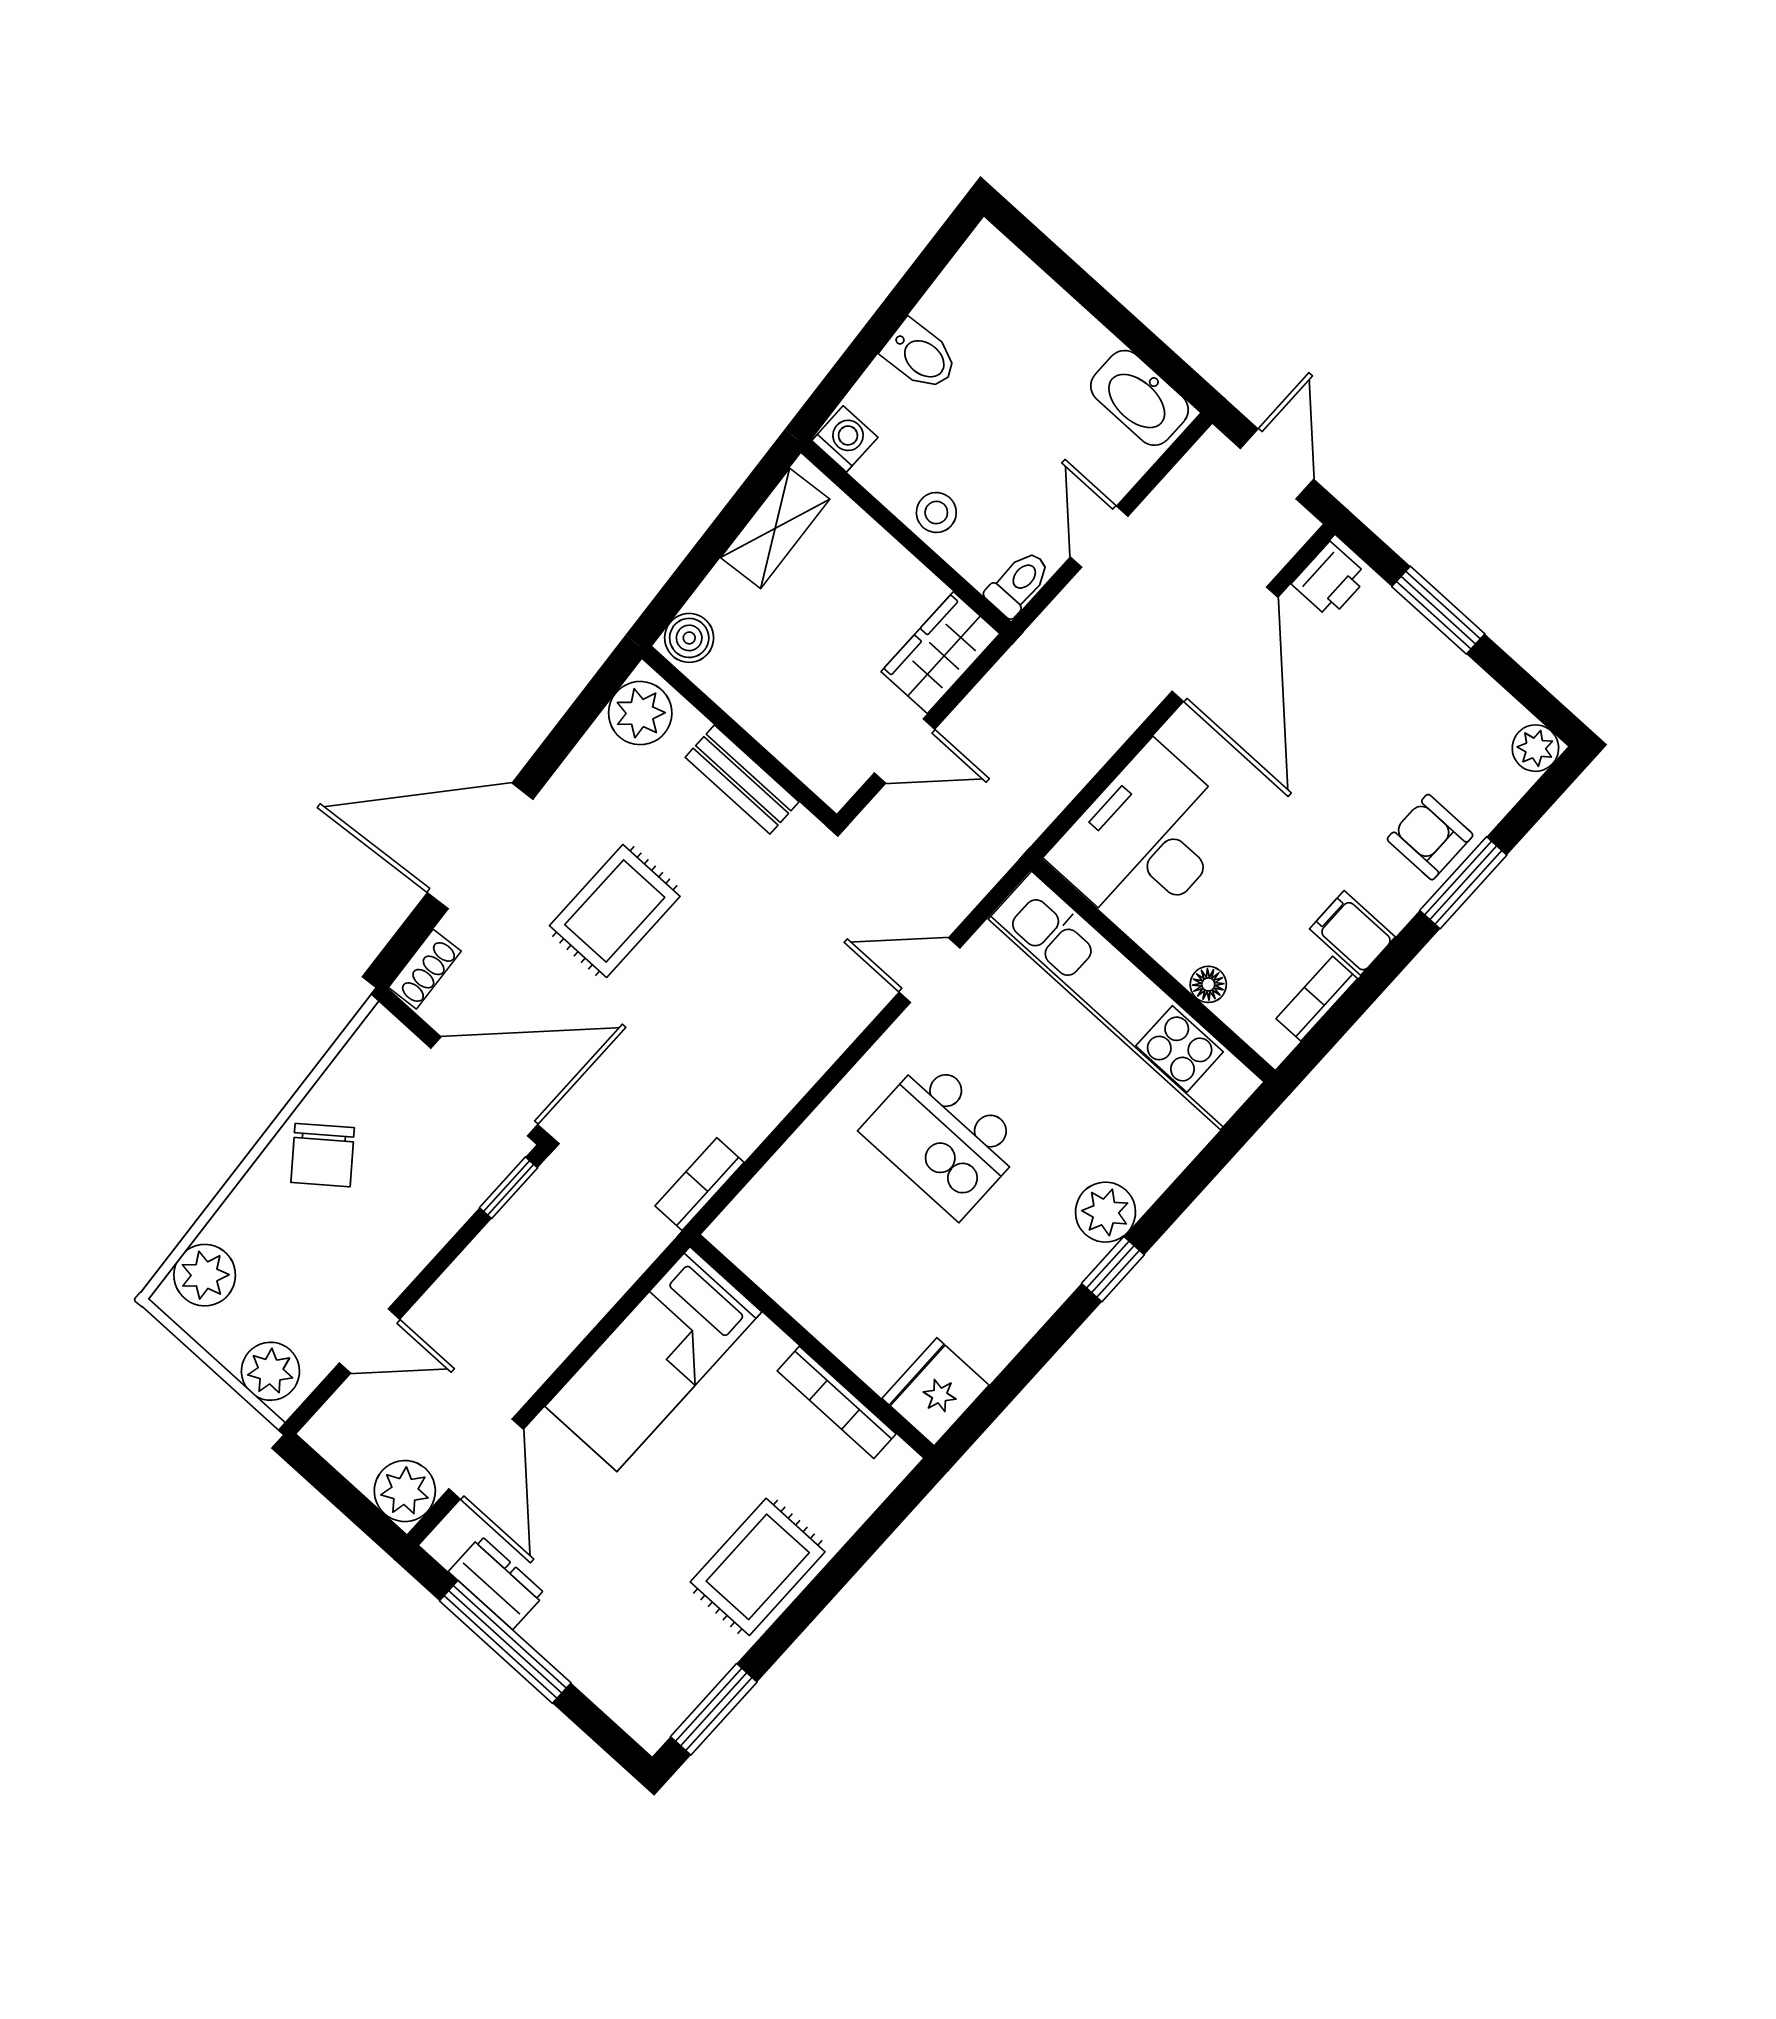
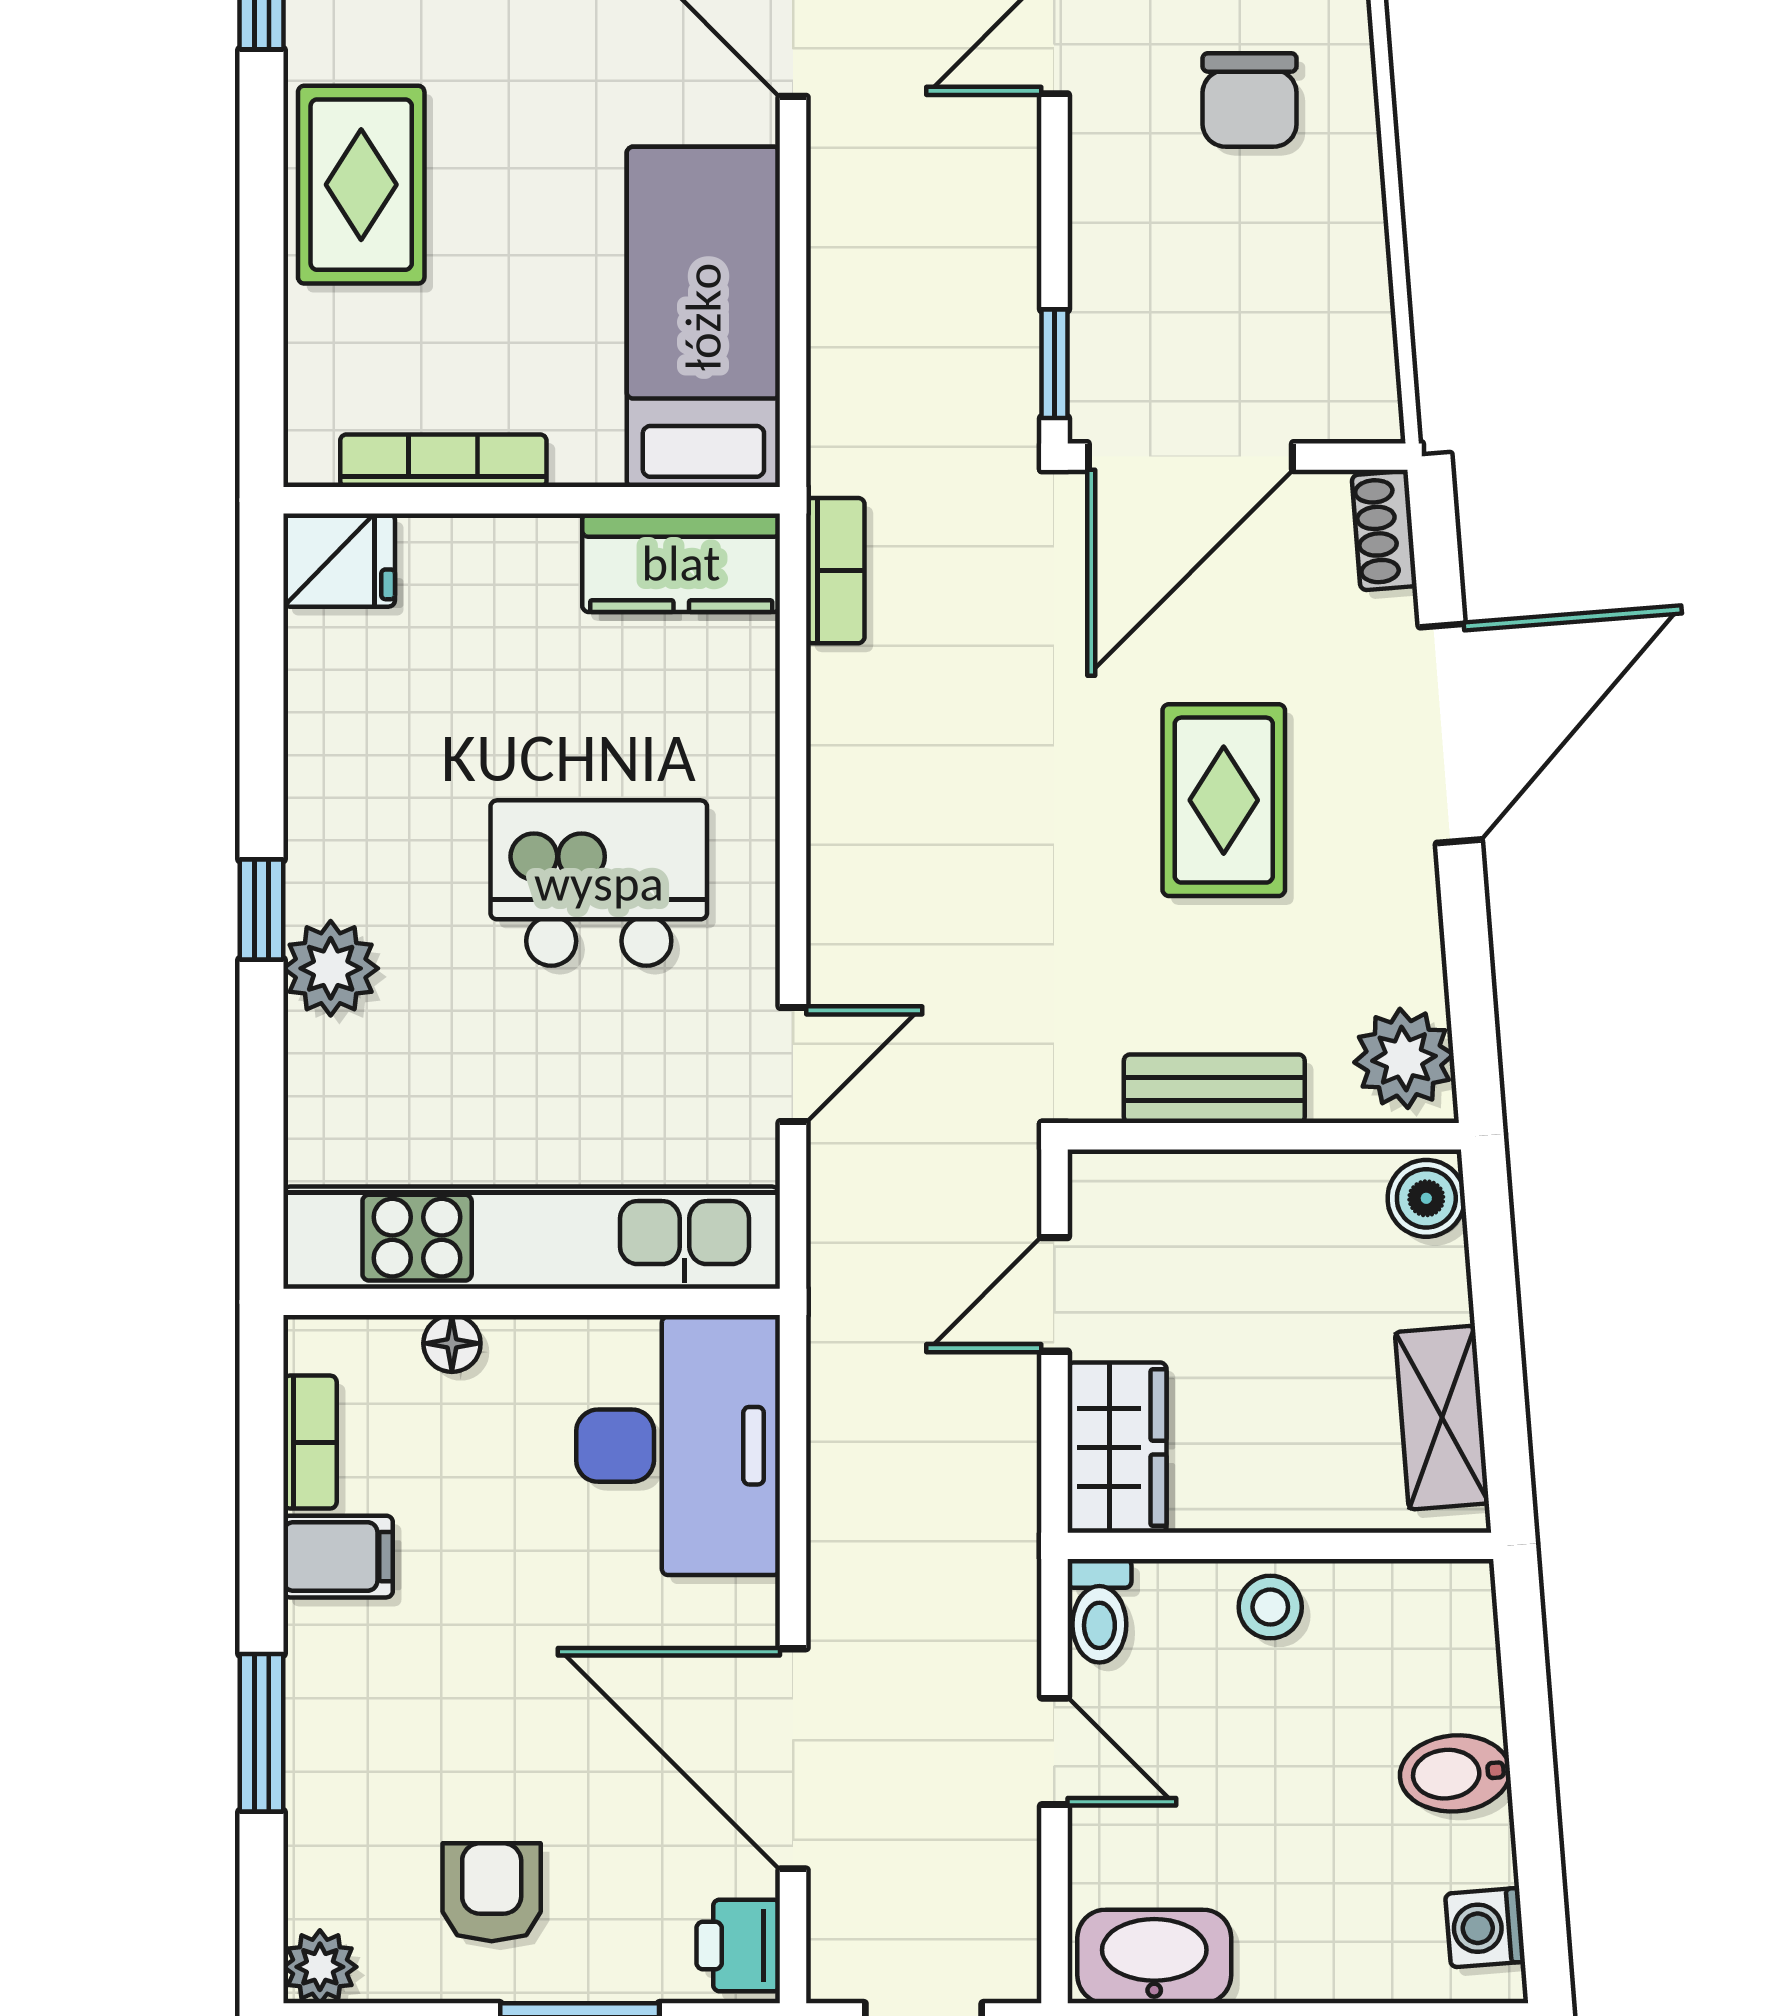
washing machine: (845, 439) -> (1485, 1928), moved, turned 86
armchair: (1430, 837) -> (492, 1892), moved, turned -90
chair: (323, 1155) -> (1250, 100), moved, turned -142
kitchen counter: (768, 1253) -> (681, 563), added
fridge: (935, 1392) -> (339, 560), width x0.72

